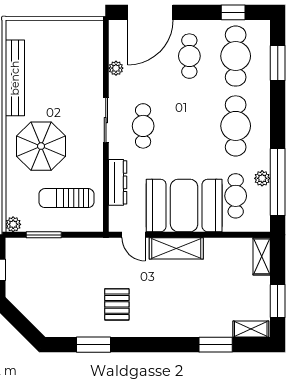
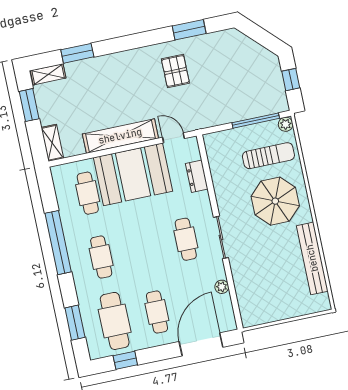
cafe table: (236, 126) -> (101, 257), width x0.73, depth x0.74
plant: (262, 178) -> (67, 214), removed
dresser: (118, 182) -> (197, 176), width x0.70
window: (278, 182) -> (58, 243), moved
sun lounger: (67, 198) -> (268, 156), moved
window: (44, 235) -> (256, 121), width x1.44
shelving: (176, 248) -> (120, 136), width x1.47

